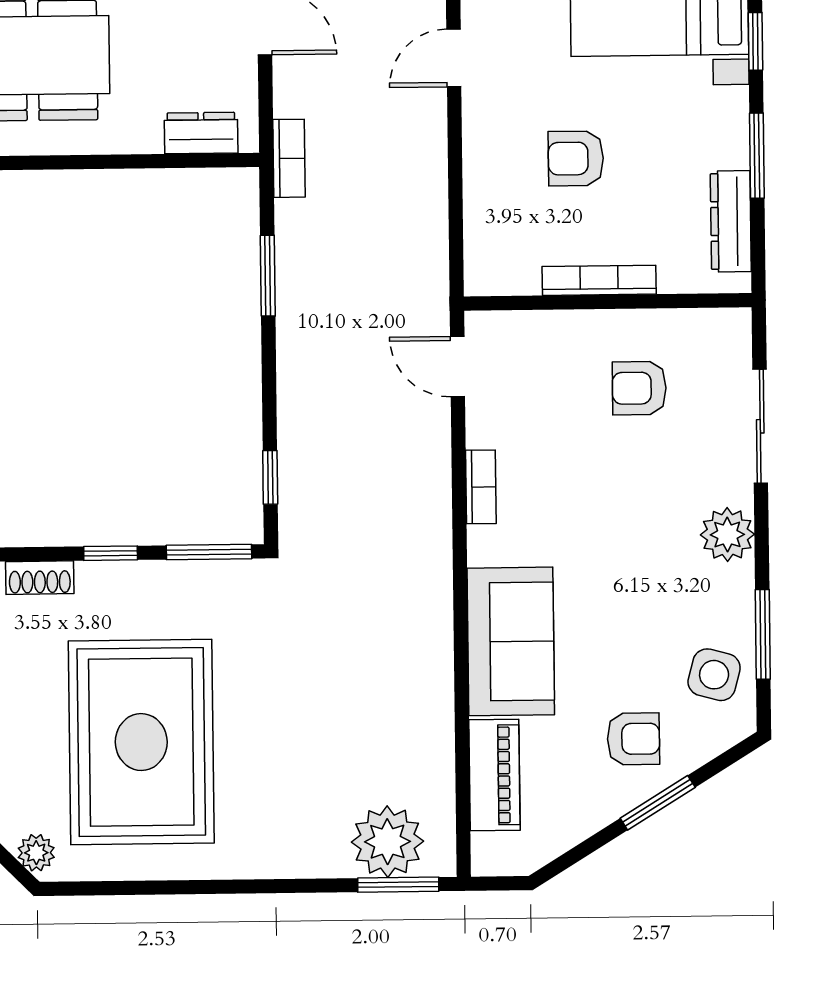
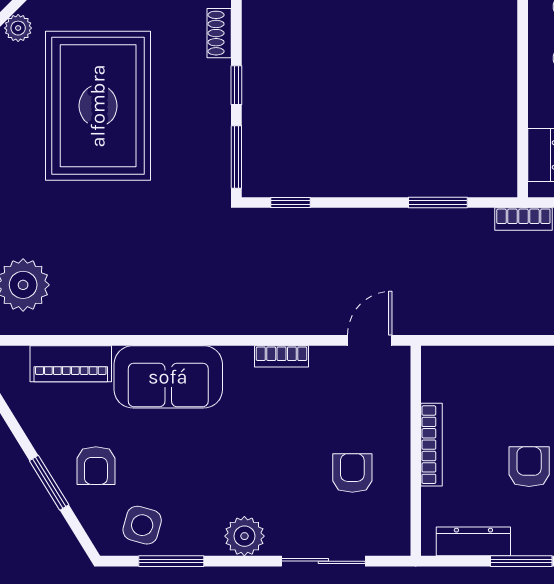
armchair: (576, 158) -> (529, 467), moved
rug: (141, 742) -> (98, 106), turned 90

